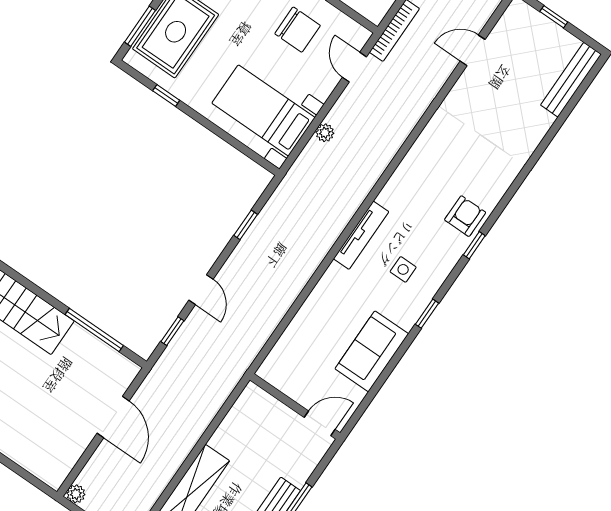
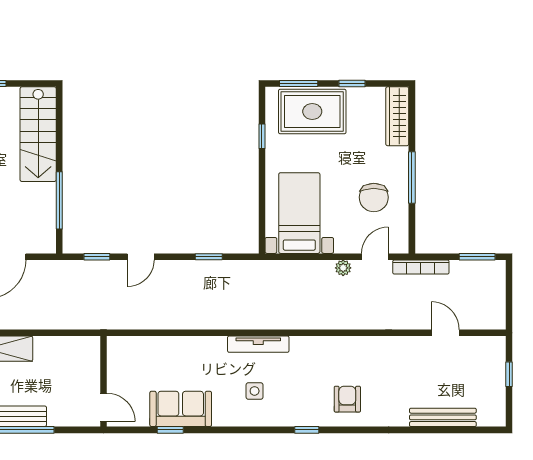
bench: (571, 80) -> (443, 417), moved
plant: (325, 133) -> (343, 268), moved
armchair: (465, 216) -> (347, 399), moved, turned -90
window: (427, 314) -> (170, 430), moved

